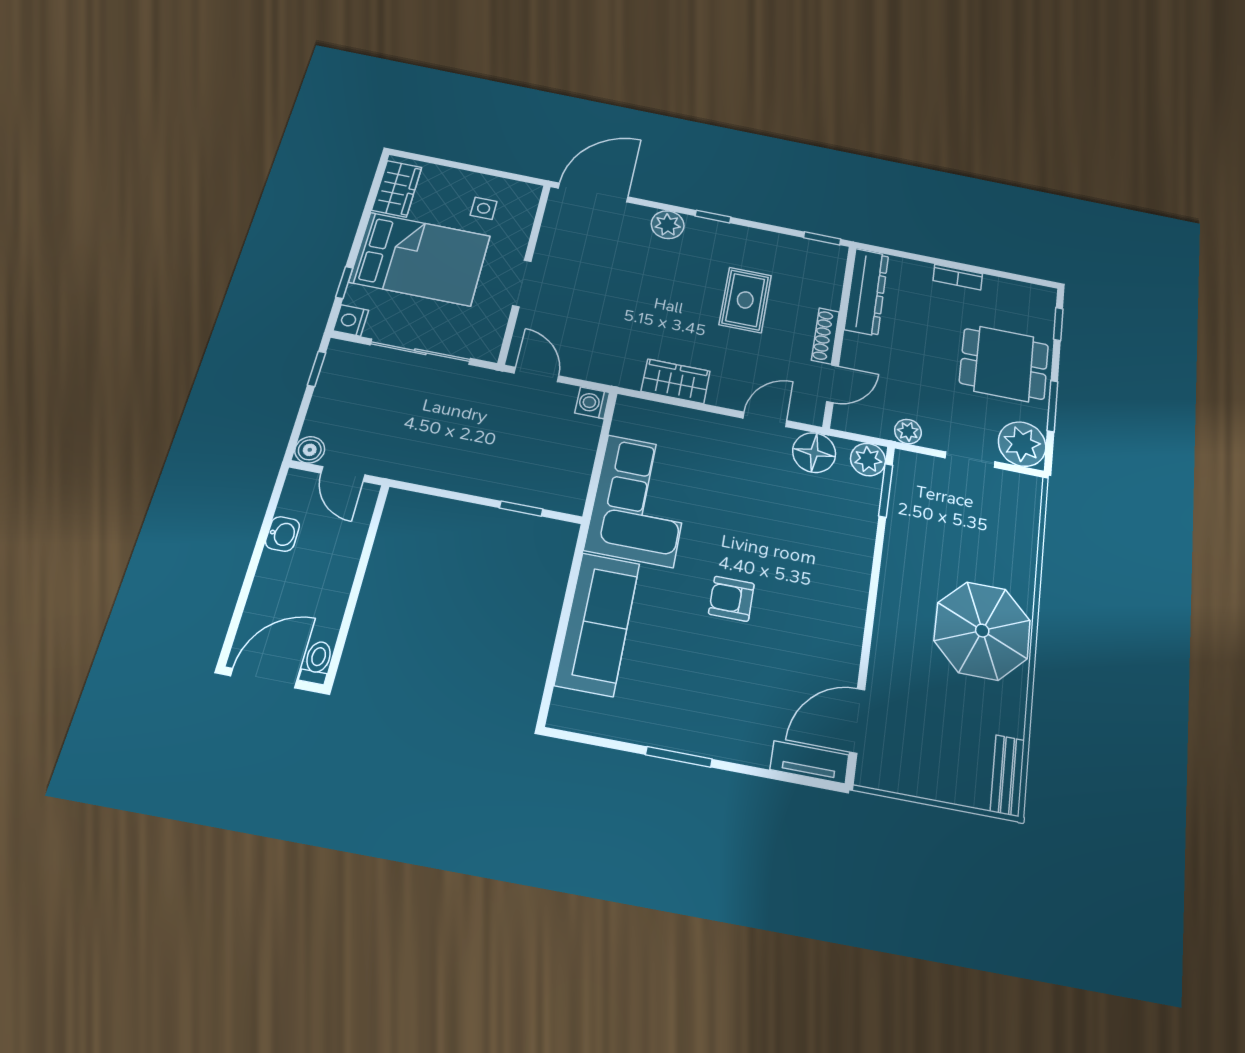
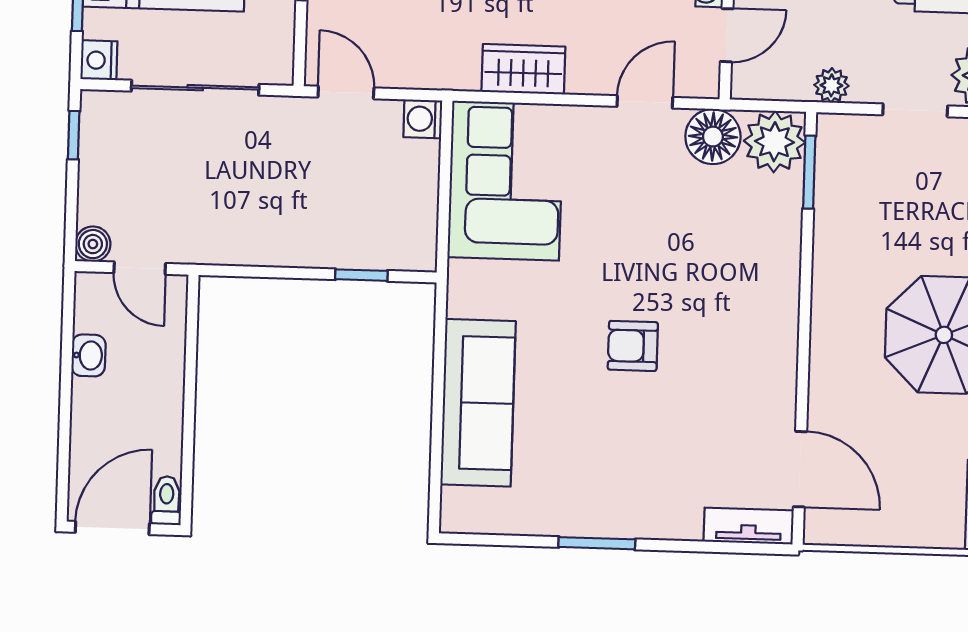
plant: (868, 459) -> (774, 142), width x1.36, depth x1.36
corner sofa: (640, 500) -> (506, 181), moved
door: (857, 721) -> (800, 469), swing flipped

